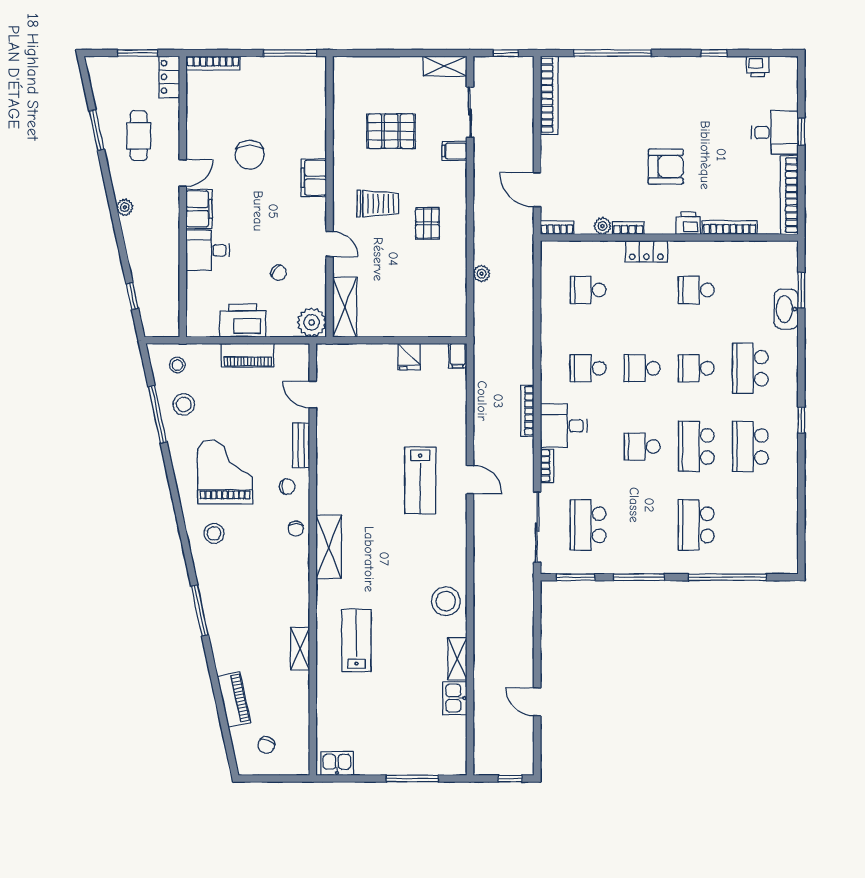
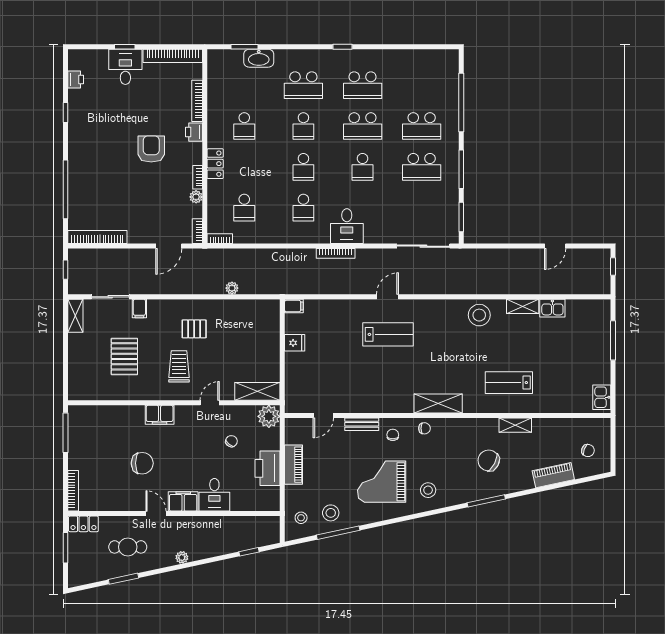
bookcase: (547, 466) -> (220, 239), moved
school desk: (588, 525) -> (422, 167), moved
chair: (253, 614) -> (489, 460), added

